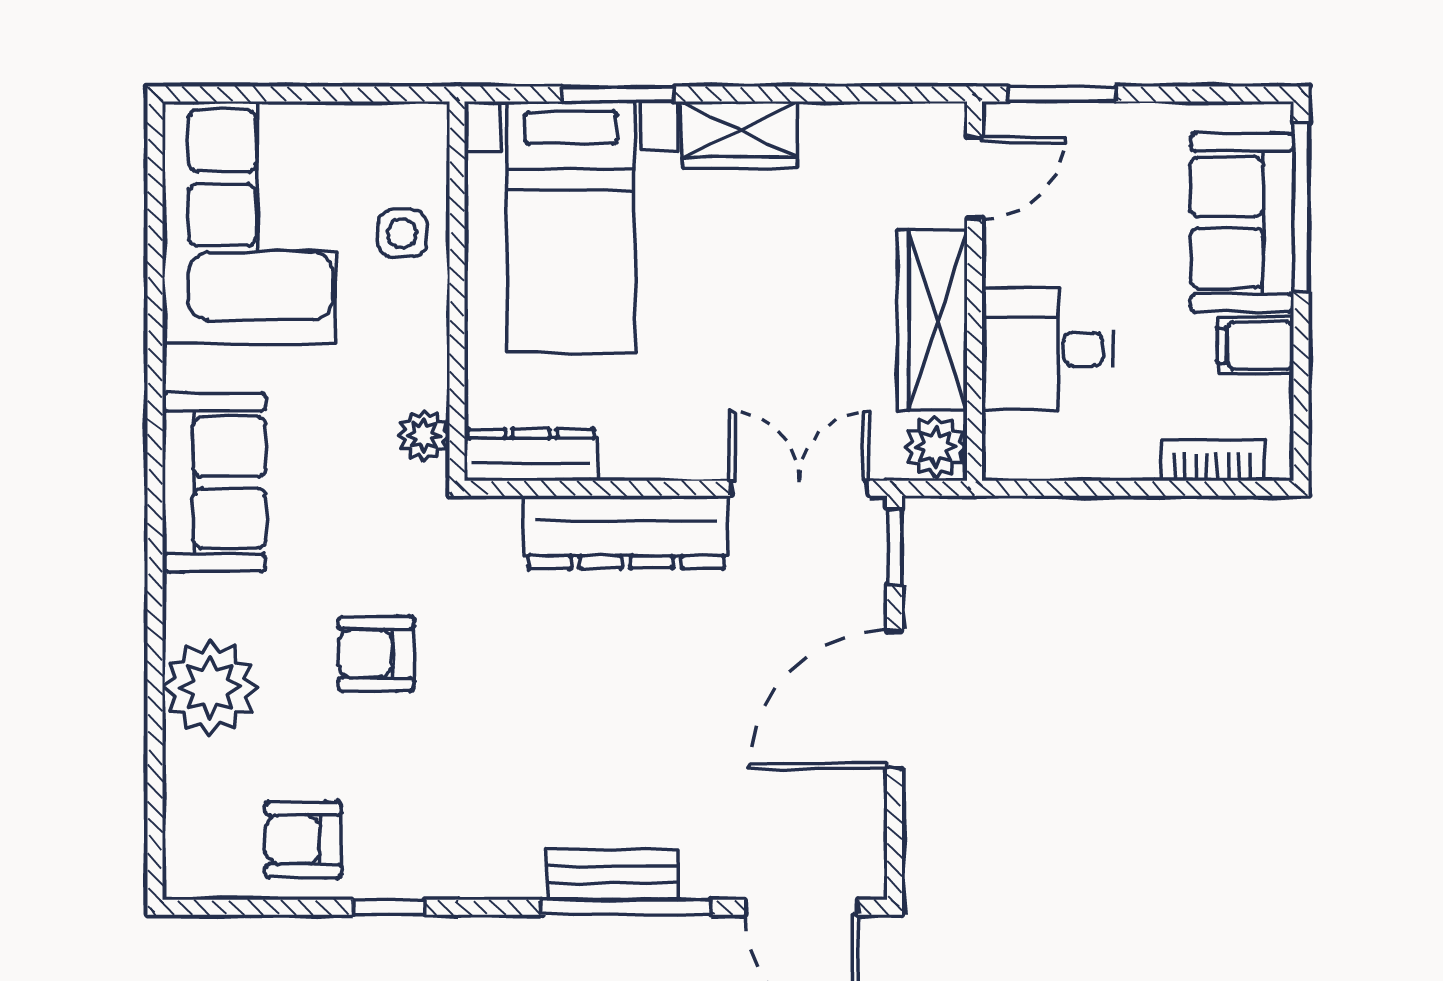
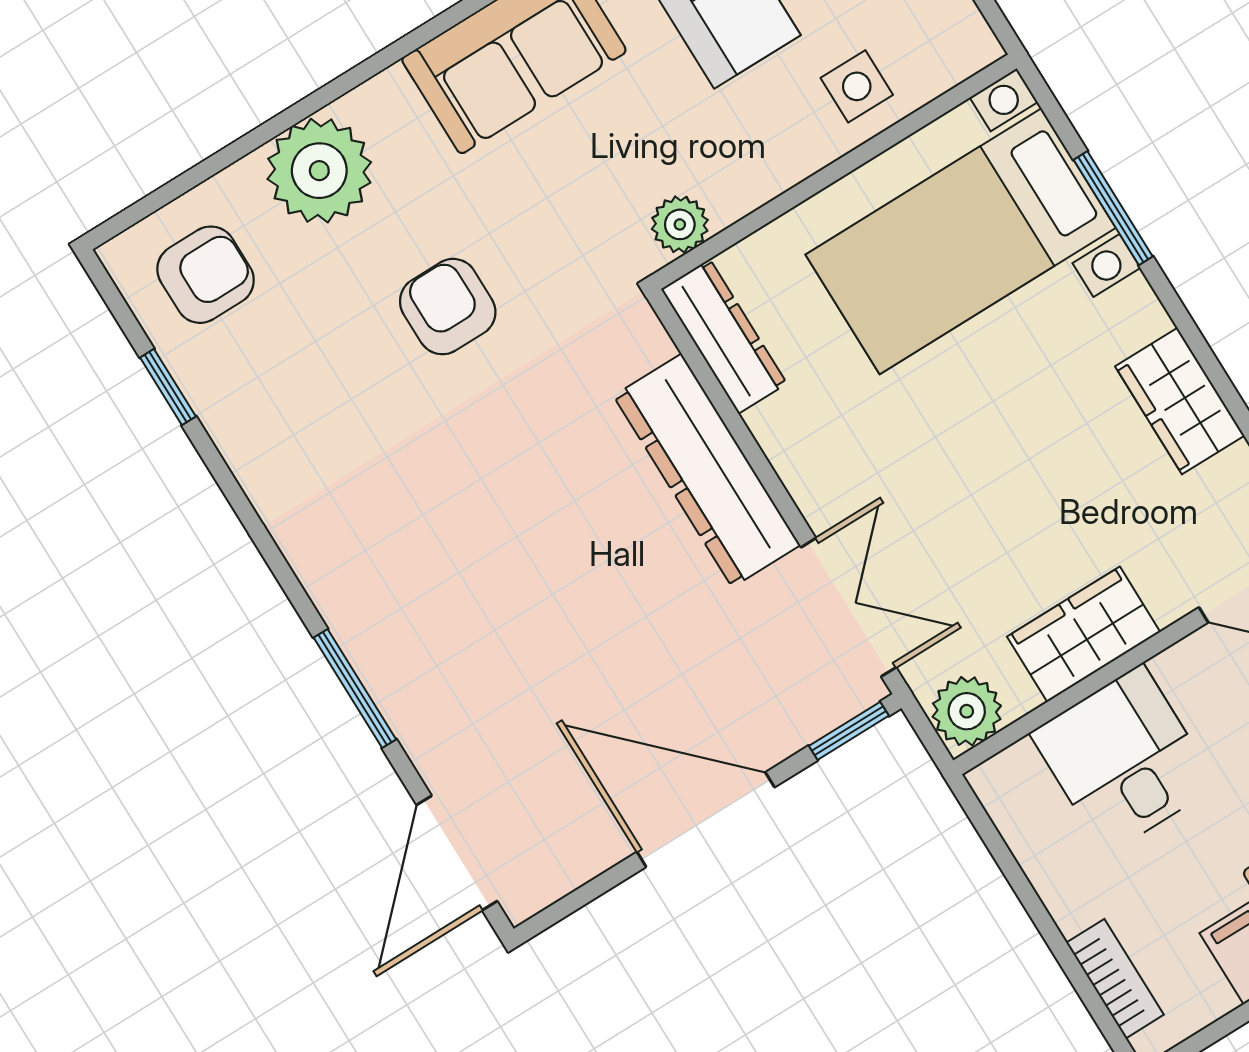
wardrobe: (740, 135) -> (1180, 401), moved
wardrobe: (932, 320) -> (1084, 634), width x0.67
armchair: (303, 840) -> (206, 275), moved, turned 90
bench: (612, 875) -> (378, 657), removed
window: (389, 907) -> (168, 387), moved
window: (626, 907) -> (355, 688), width x0.69

